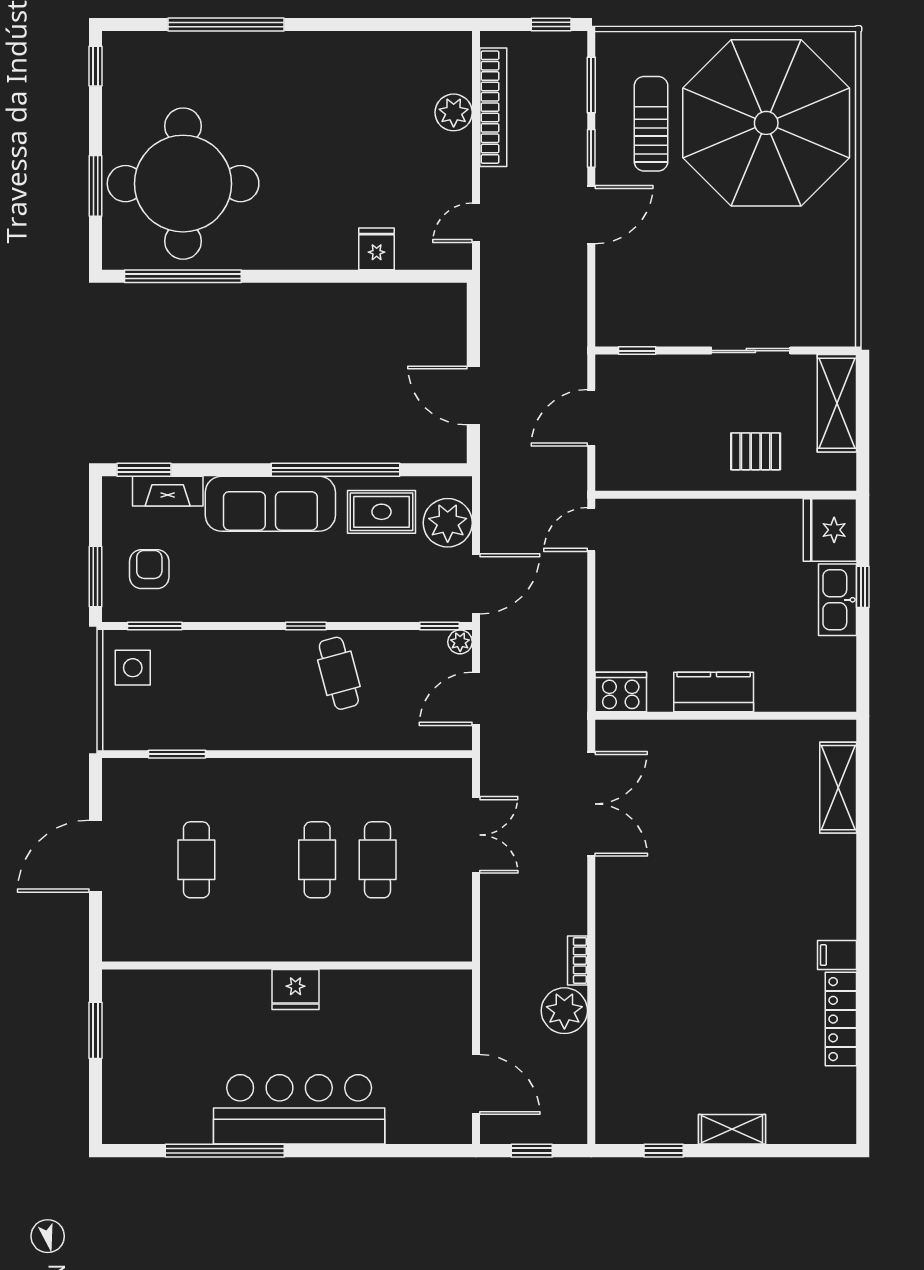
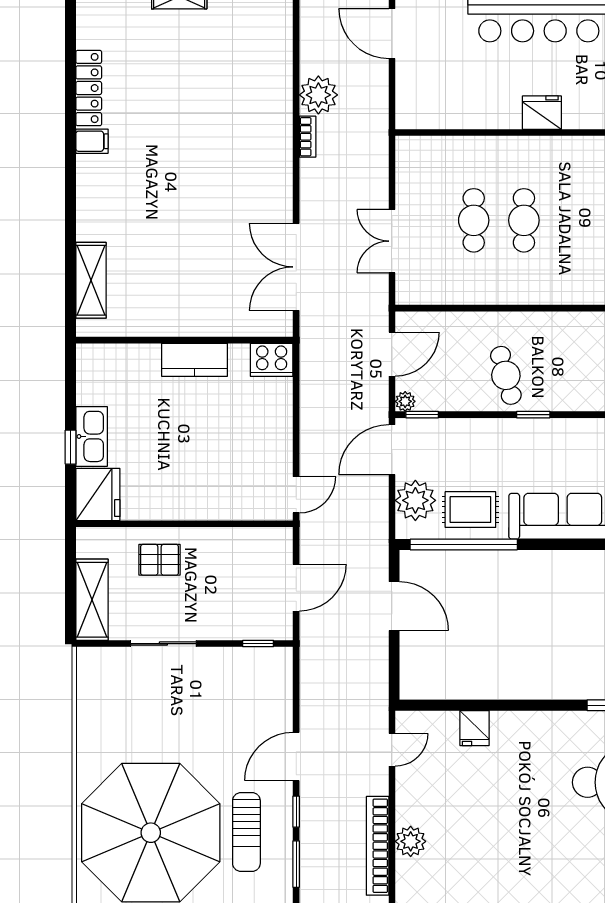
window: (335, 470) -> (464, 545), moved

